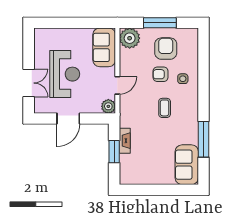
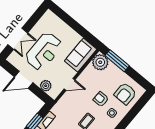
window: (160, 23) -> (117, 61), moved
armchair: (166, 49) -> (125, 94), moved, turned 180
plant: (108, 106) -> (46, 86), moved

